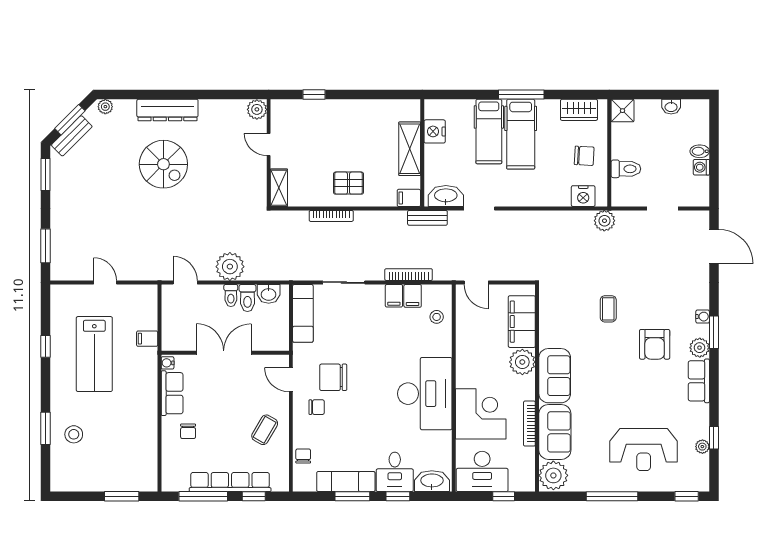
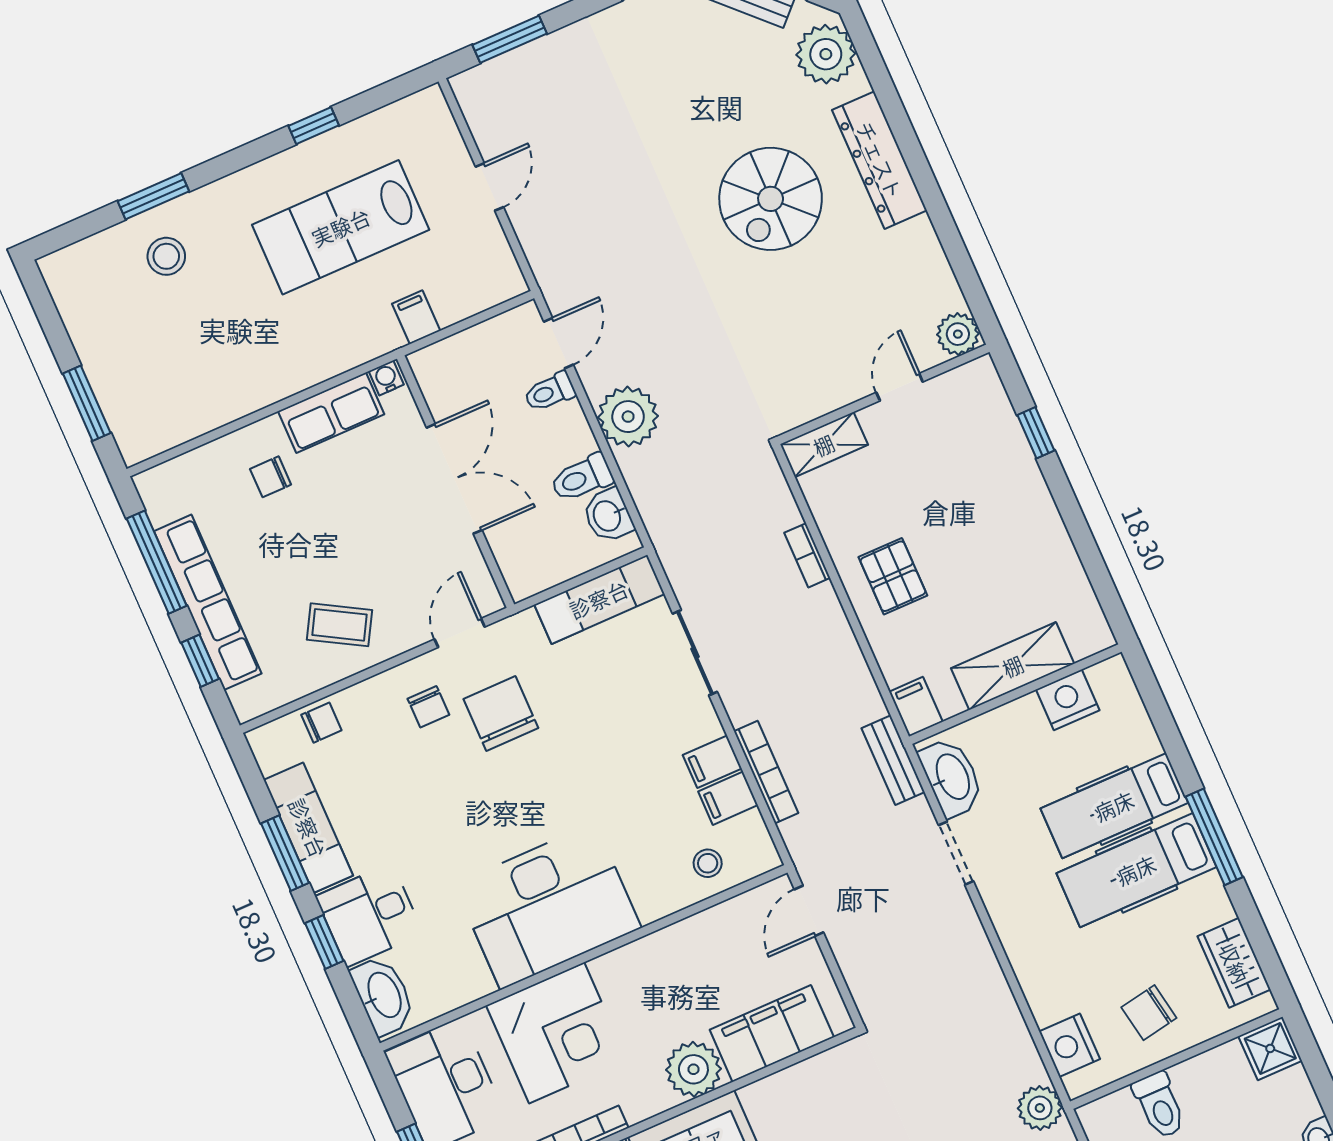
plant: (105, 107) -> (826, 54), width x1.88, depth x1.88
chair: (584, 156) -> (1149, 1013), turned 77
bookcase: (331, 216) -> (807, 555), width x0.64
toilet: (231, 296) -> (550, 392), moved

